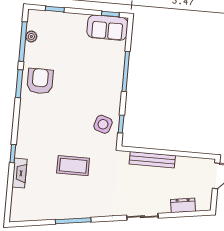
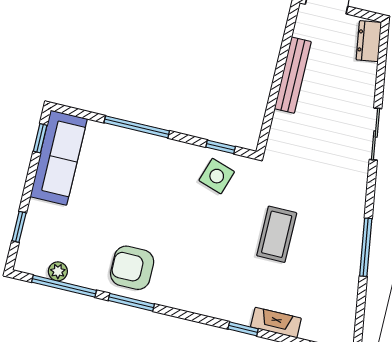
sofa: (107, 28) -> (59, 158), width x1.36
bench: (152, 160) -> (293, 75), moved
dresser: (183, 205) -> (369, 41), moved

